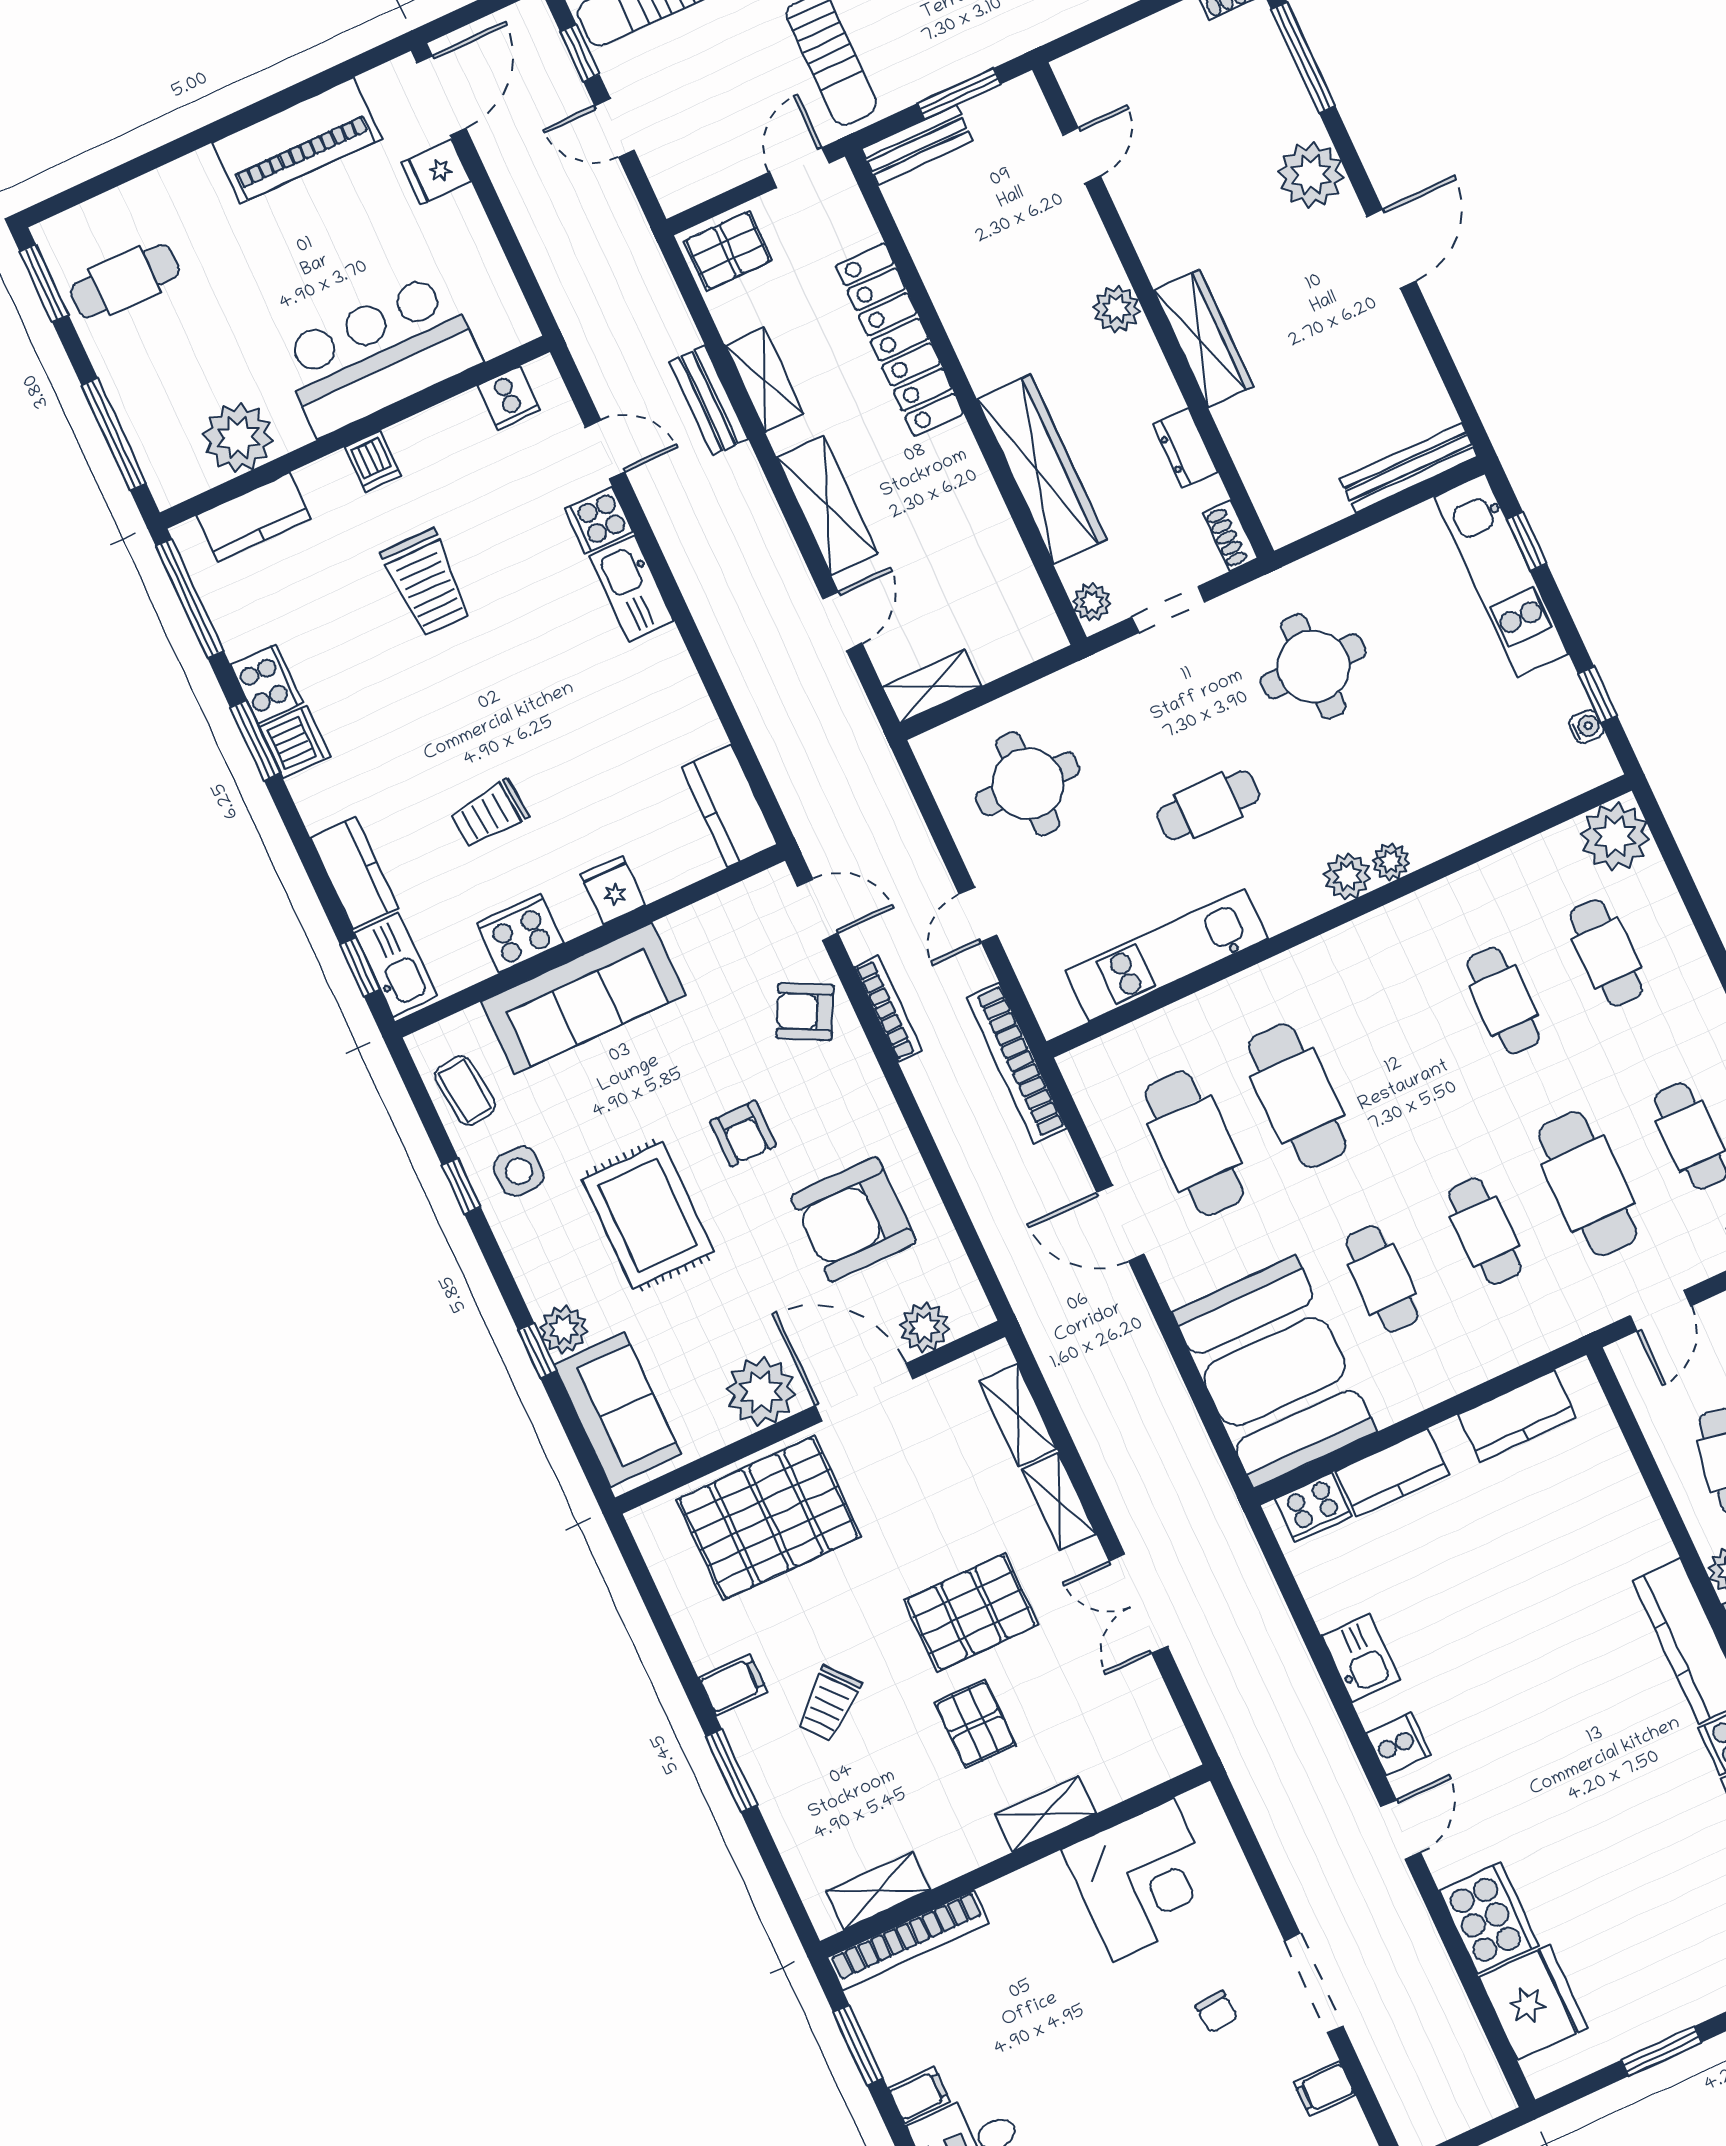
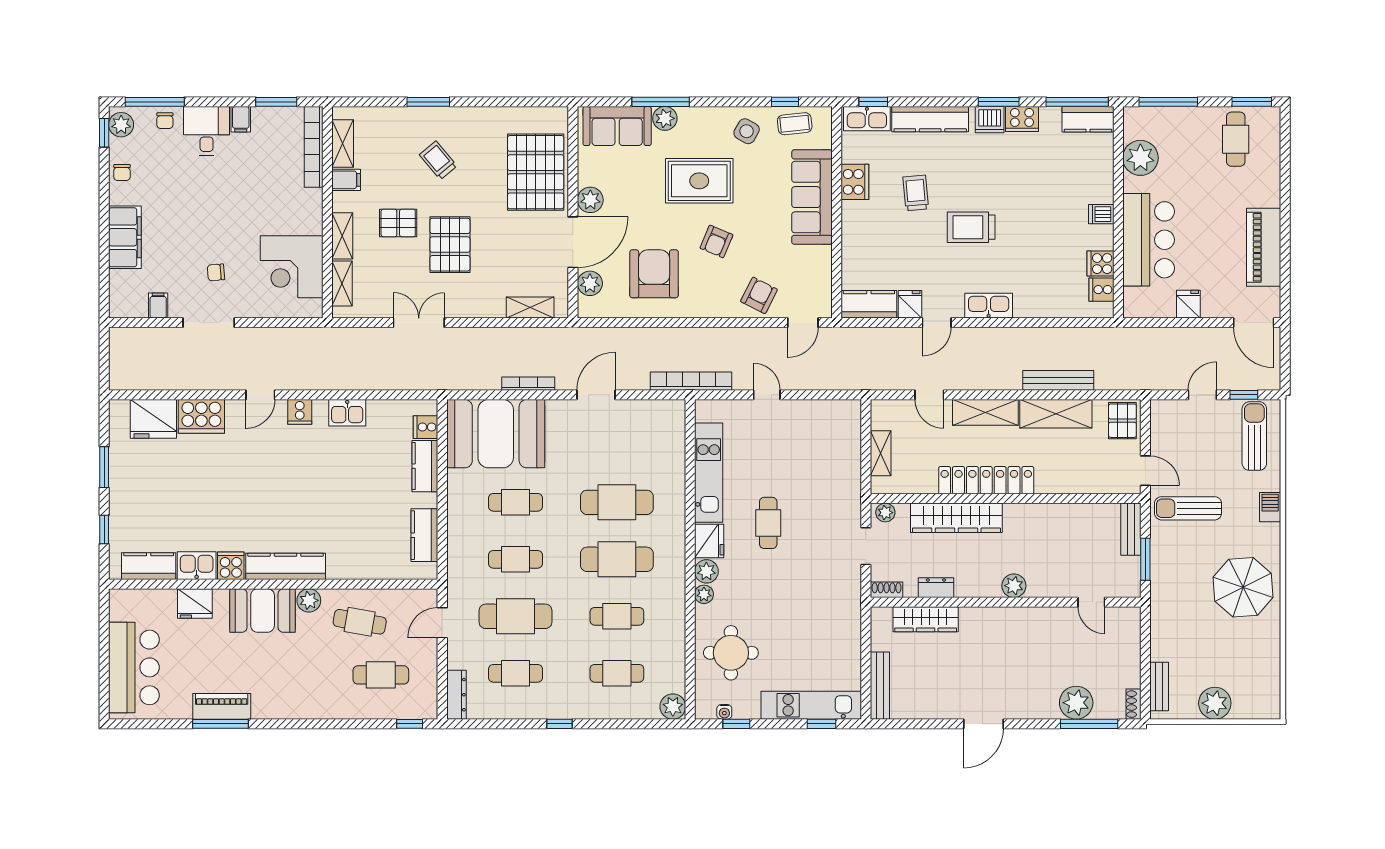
fridge: (436, 172) -> (1188, 304), moved
plant: (1311, 175) -> (1076, 703), moved
door: (1391, 249) -> (983, 724), hinge flipped
wardrobe: (1204, 339) -> (926, 619), moved
locker: (899, 340) -> (986, 480), moved
shelving: (764, 380) -> (1056, 414), width x1.50, depth x1.33
bench: (709, 400) -> (1058, 380), width x1.36
door: (605, 450) -> (937, 323), moved
kitchen counter: (254, 517) -> (1088, 119), moved, turned -90
cooker: (599, 520) -> (1100, 264), moved, turned -90
trolley: (427, 583) -> (971, 227), moved
round table: (1313, 666) -> (731, 653), moved
shelving: (932, 686) -> (881, 453), moved
round table: (1028, 784) -> (816, 445), removed
plant: (1615, 836) -> (673, 707), width x0.73, depth x0.73
kitchen counter: (354, 873) -> (930, 119), width x1.50
fridge: (613, 890) -> (910, 304), moved, turned -90
fridge: (1290, 897) -> (709, 541), added
bookcase: (888, 1009) -> (528, 384), moved, turned 180
armchair: (743, 1134) -> (716, 241), turned -67
cafe table: (1194, 1143) -> (617, 559), moved
side table: (519, 1171) -> (747, 131), turned 31
window: (461, 1186) -> (785, 102), moved
door: (1661, 1311) -> (442, 623), hinge flipped
window: (537, 1351) -> (661, 102), width x2.17
plant: (761, 1392) -> (590, 200), width x0.73, depth x0.73
shelving: (1059, 1502) -> (342, 284), moved, turned 90
cooker: (1313, 1508) -> (426, 427), width x0.73
filing cabinet: (733, 1685) -> (346, 180), moved, turned -90
door: (1401, 1829) -> (260, 395), hinge flipped

